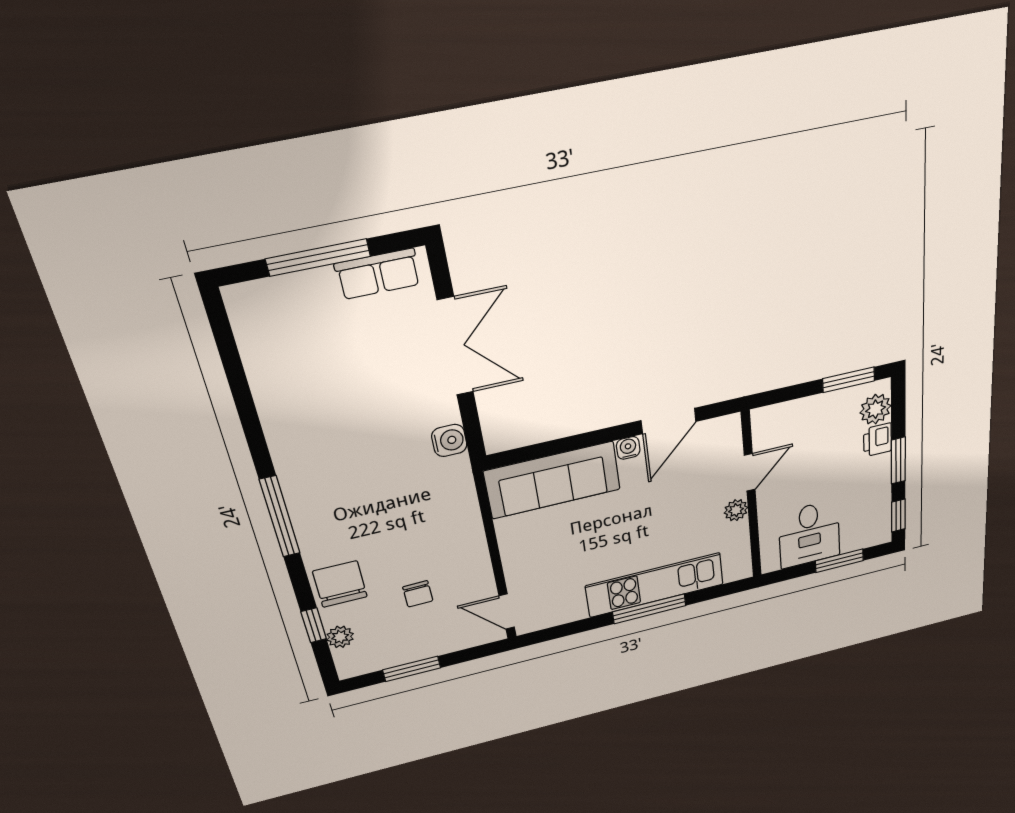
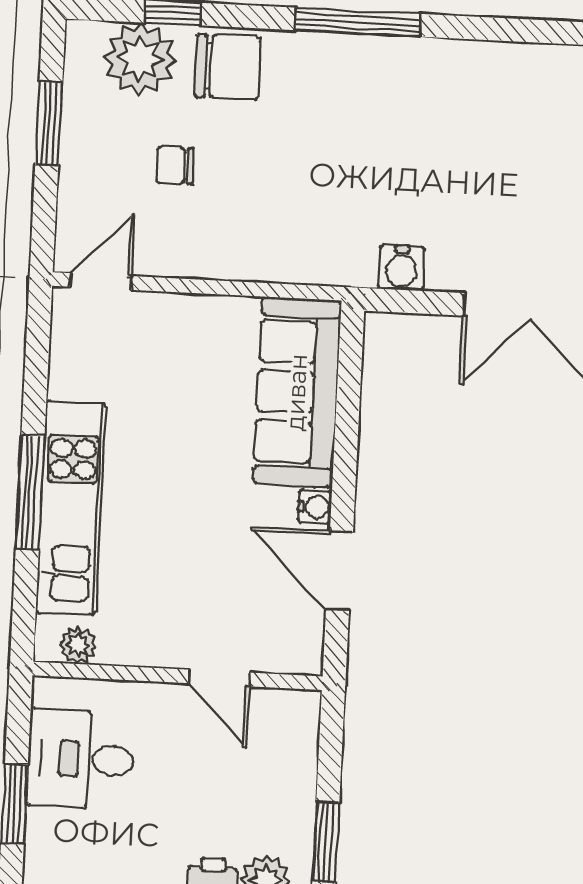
plant: (736, 510) -> (78, 645), moved
plant: (340, 637) -> (140, 59), width x1.87, depth x1.87

